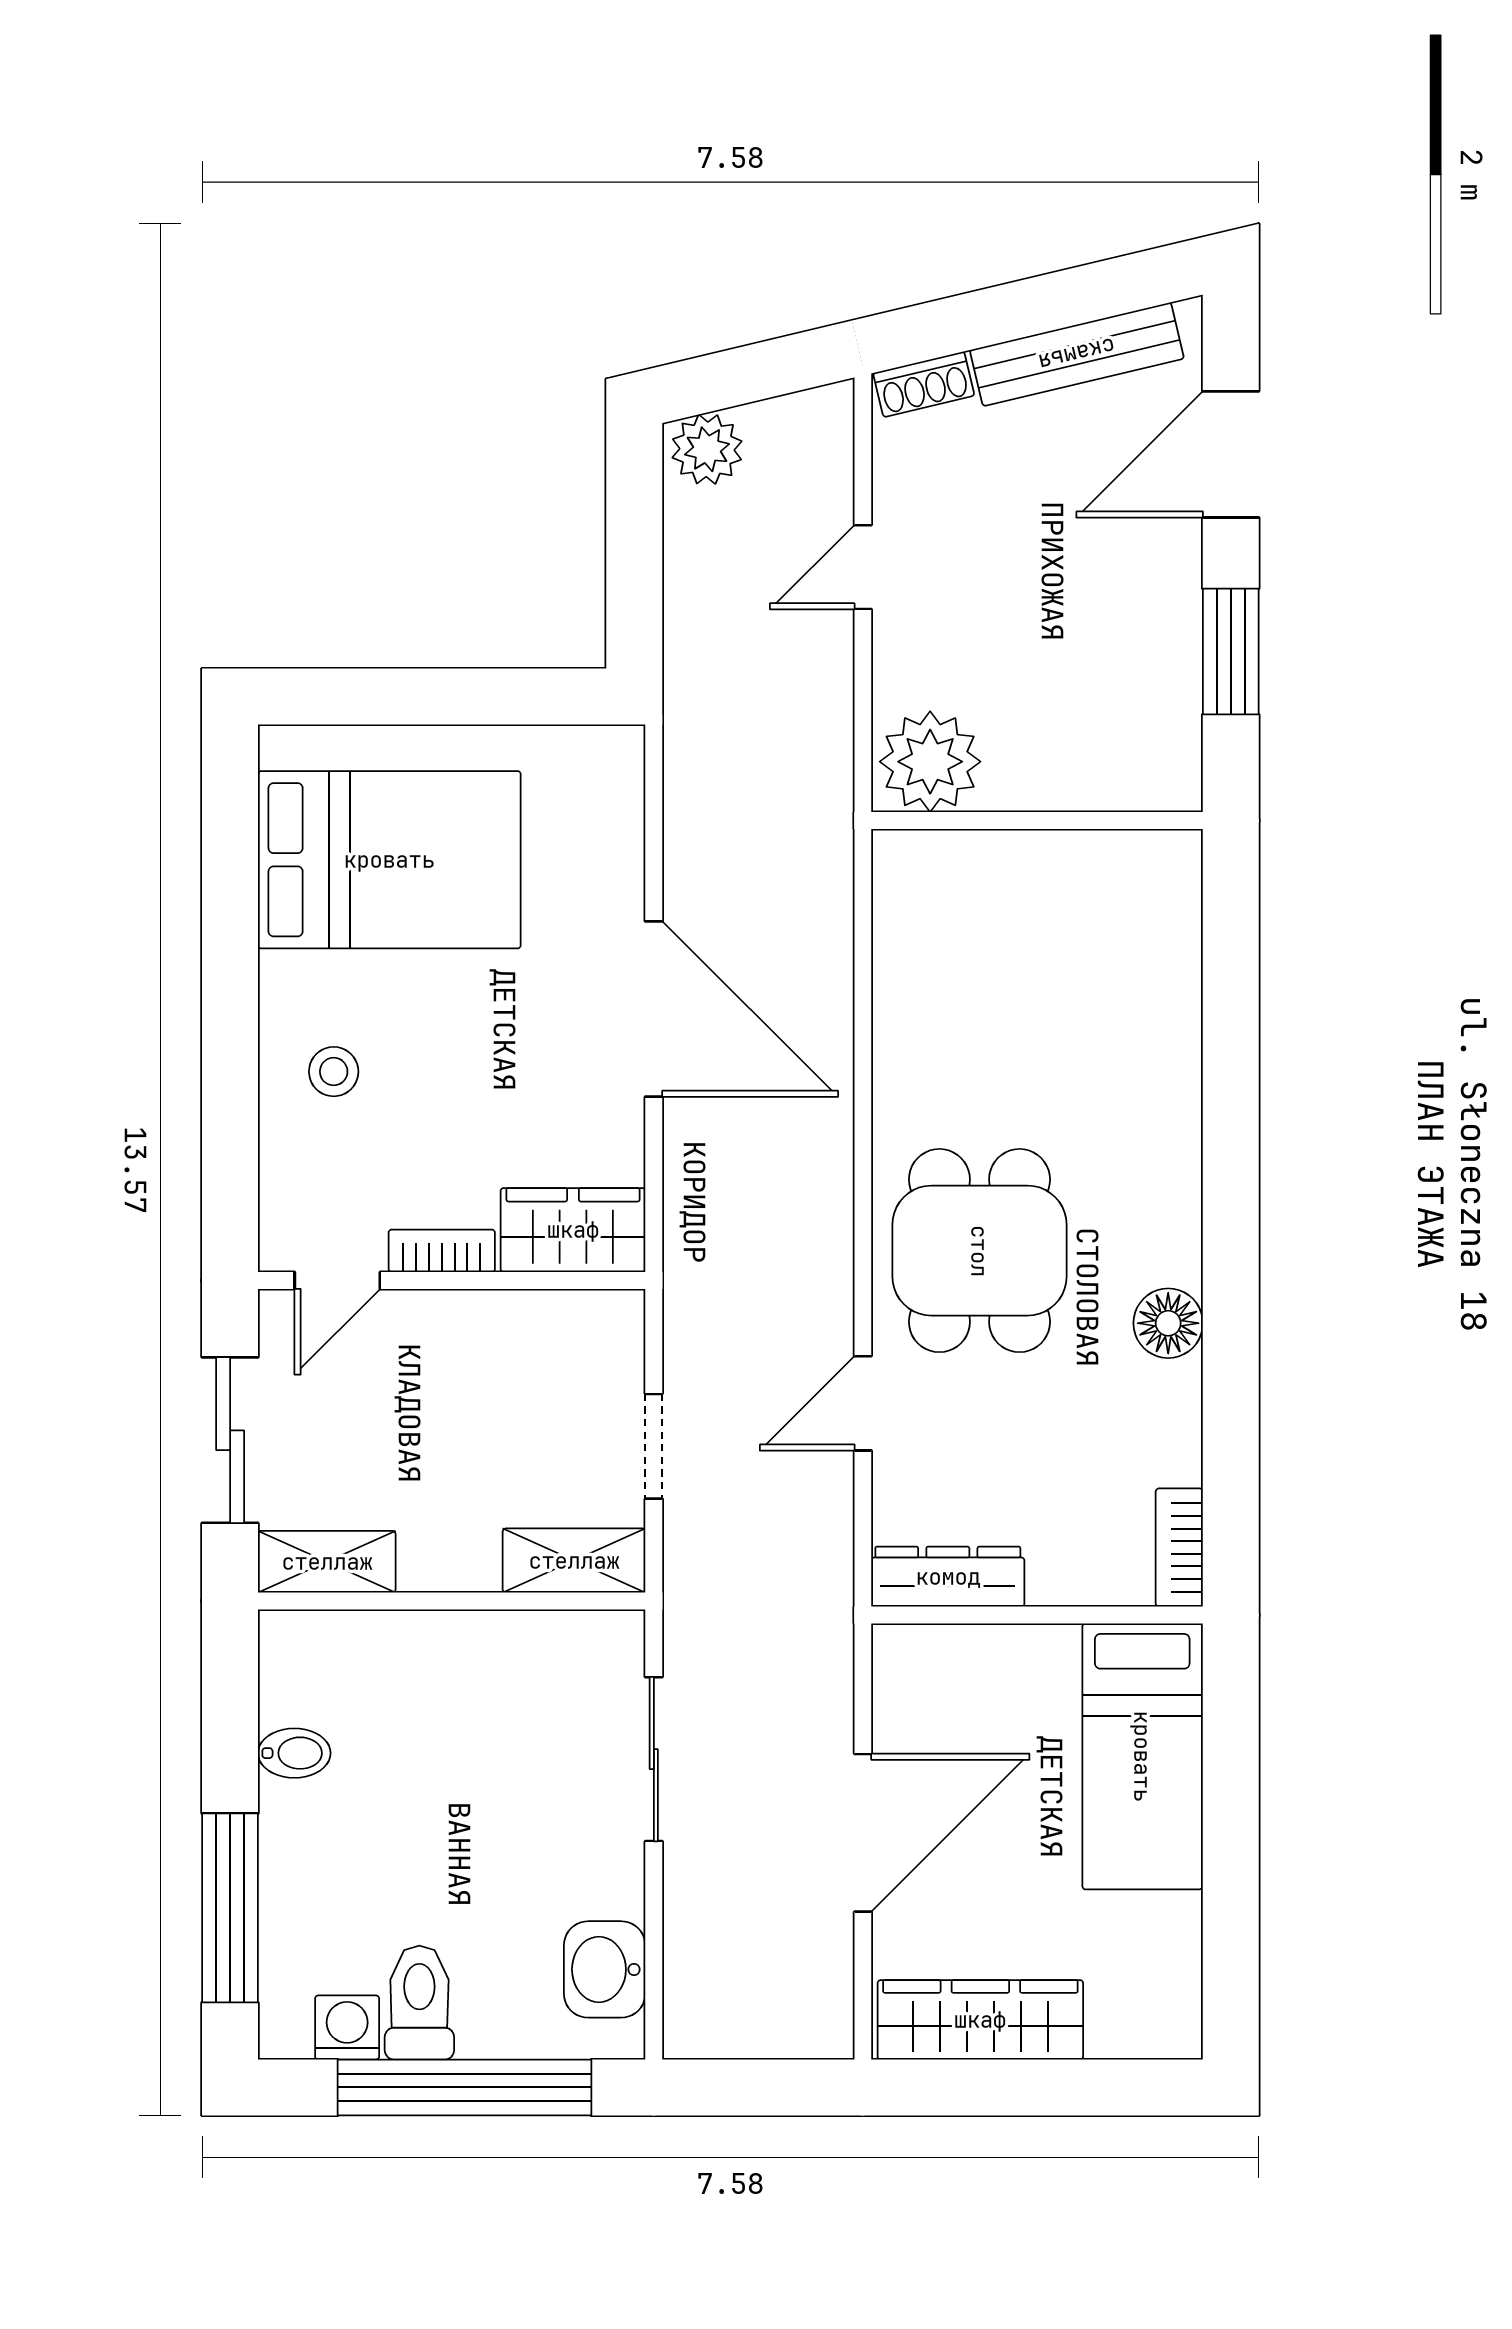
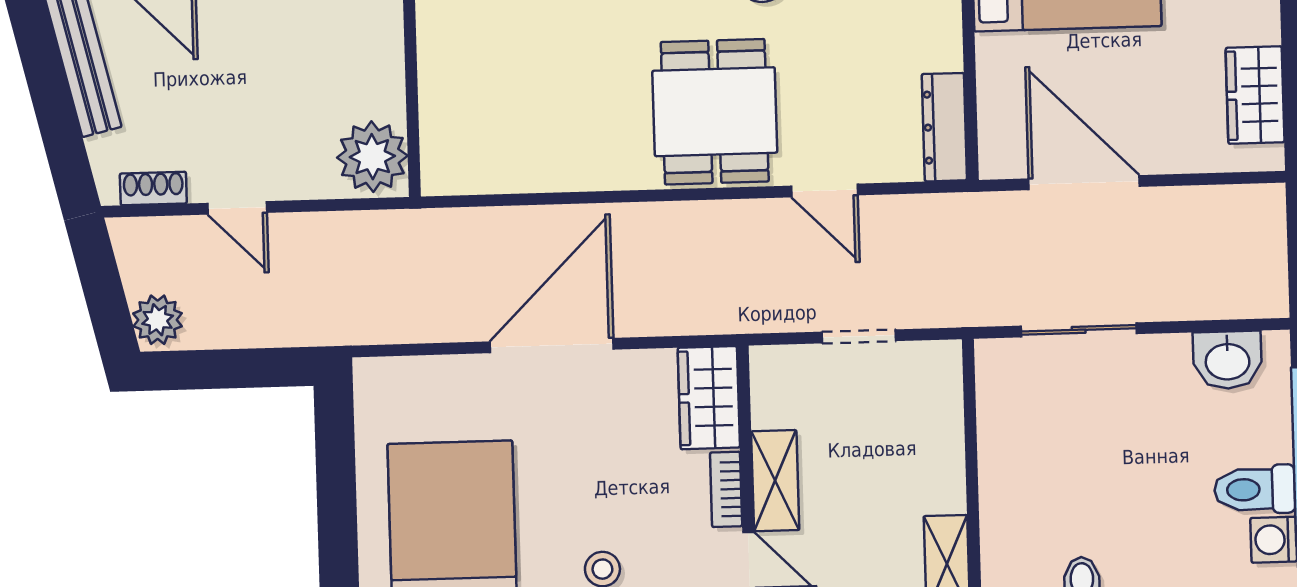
shoe rack: (924, 384) -> (153, 188), moved, turned -77
dining table: (979, 1251) -> (715, 112), turned 90
shelving: (574, 1561) -> (775, 481), moved
door: (863, 1833) -> (1084, 183), moved
wardrobe: (980, 2020) -> (1255, 95), width x0.67

